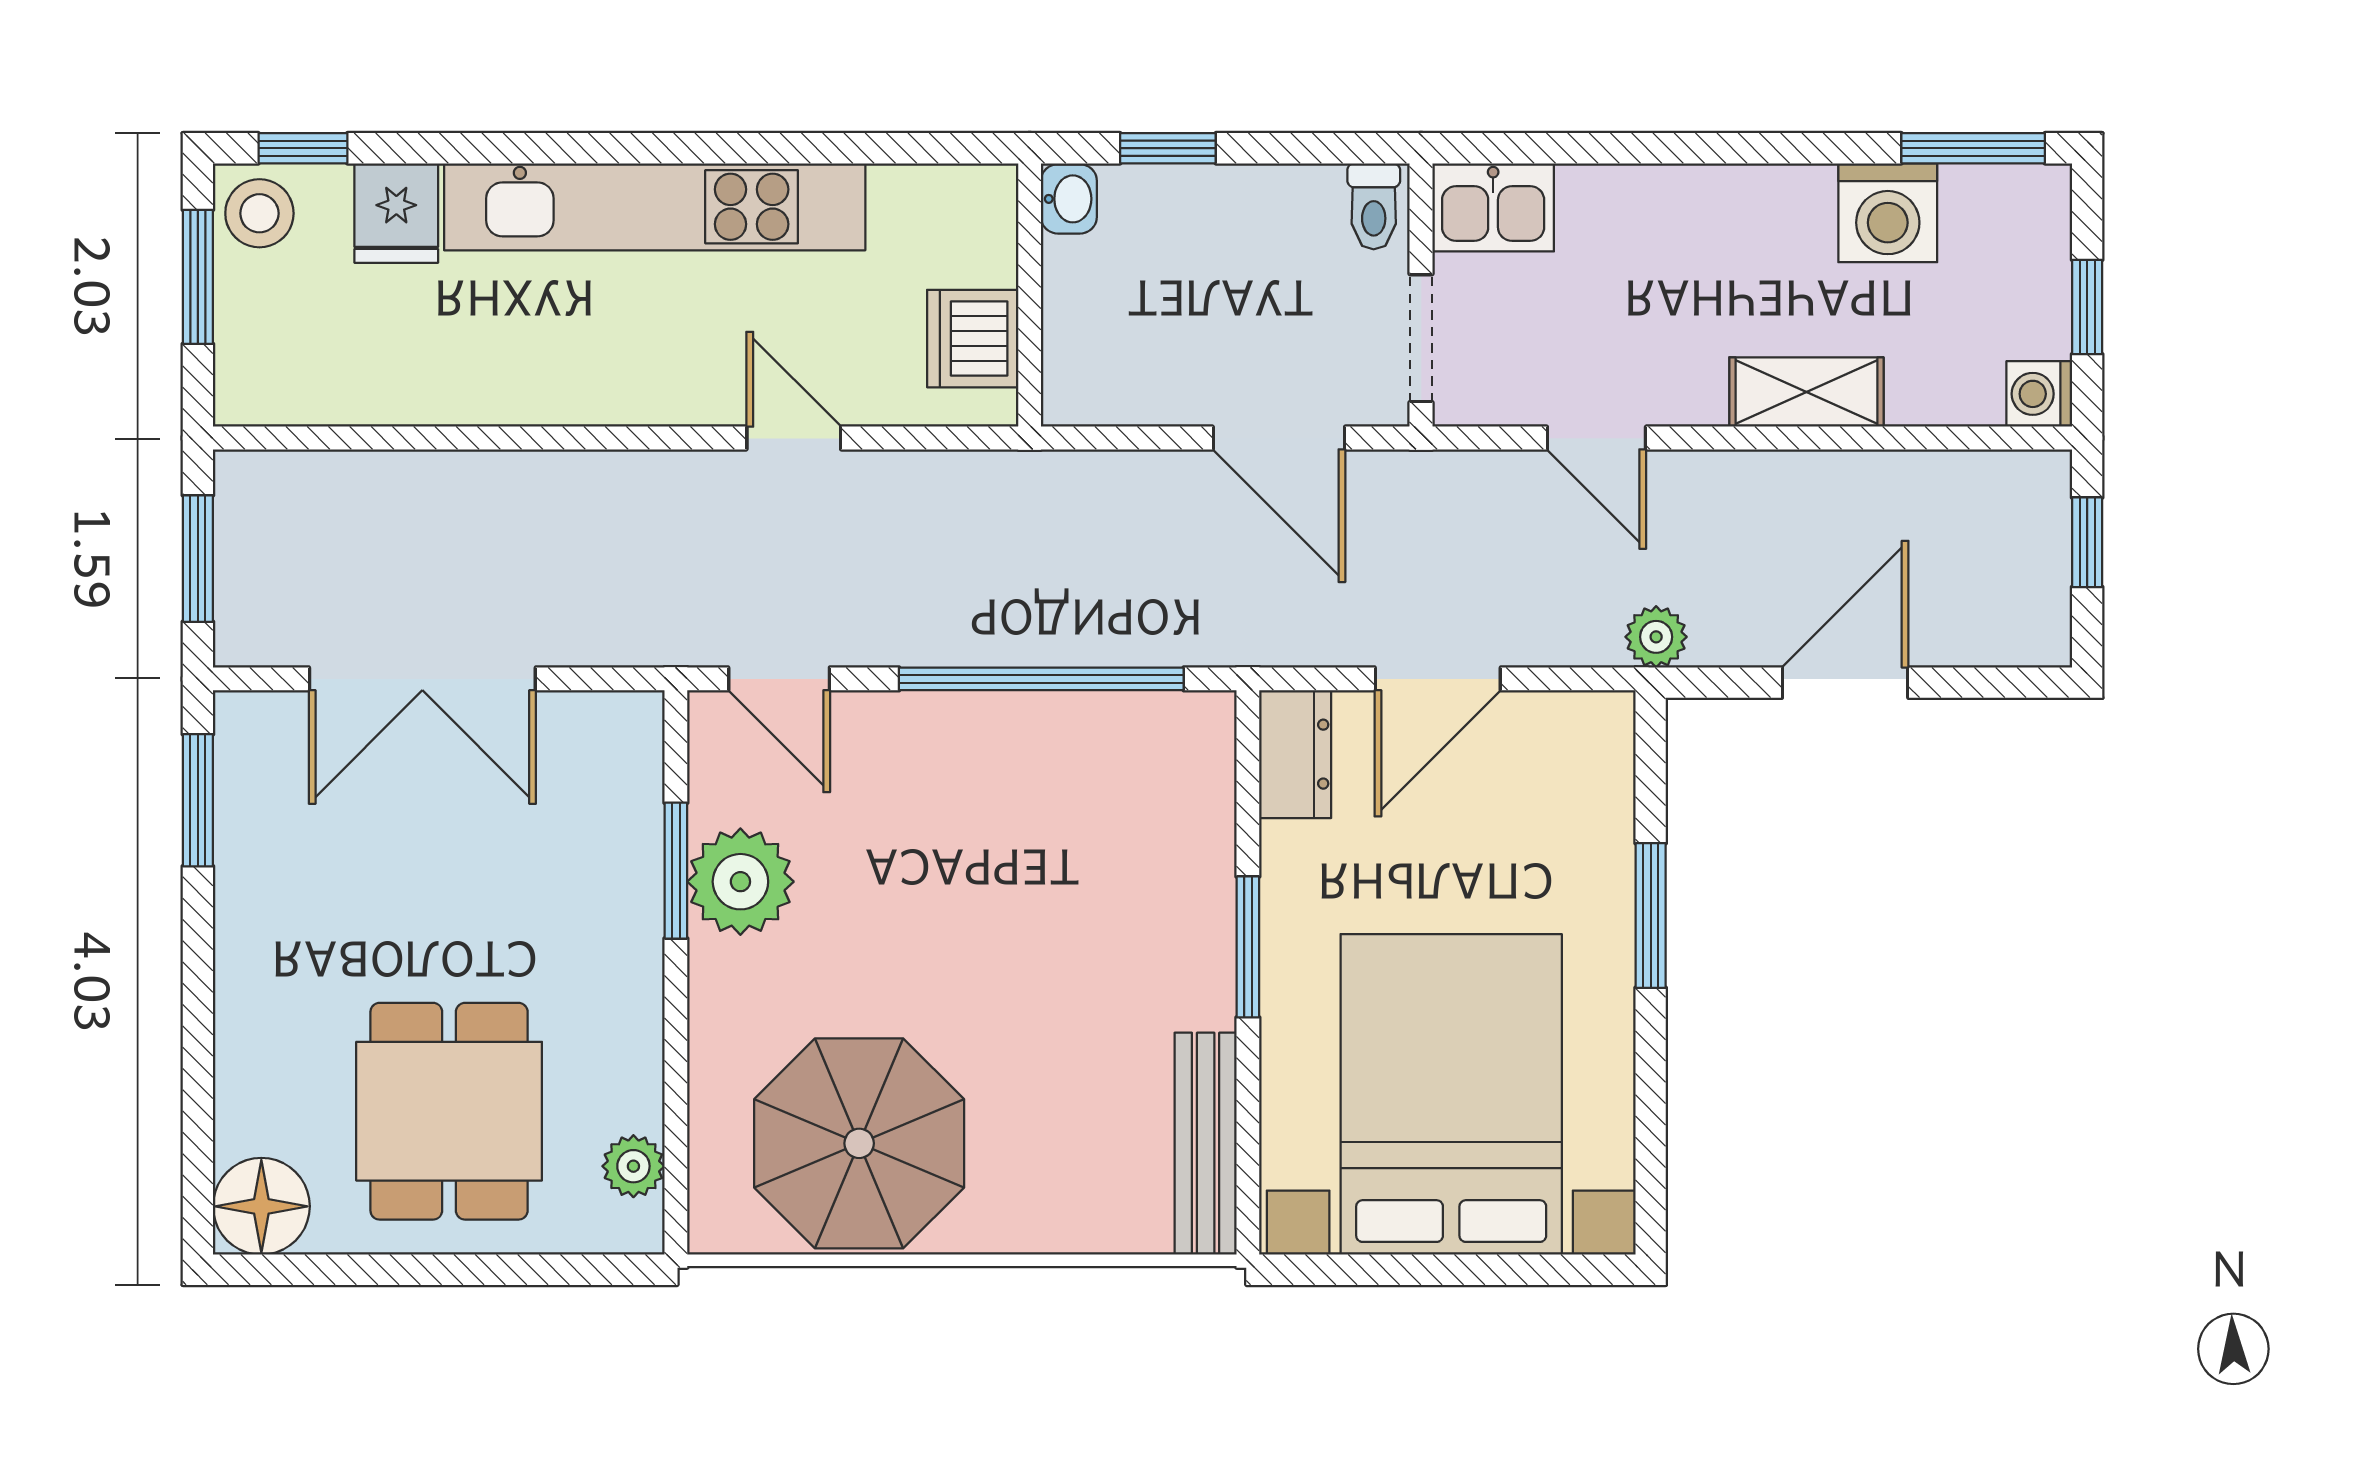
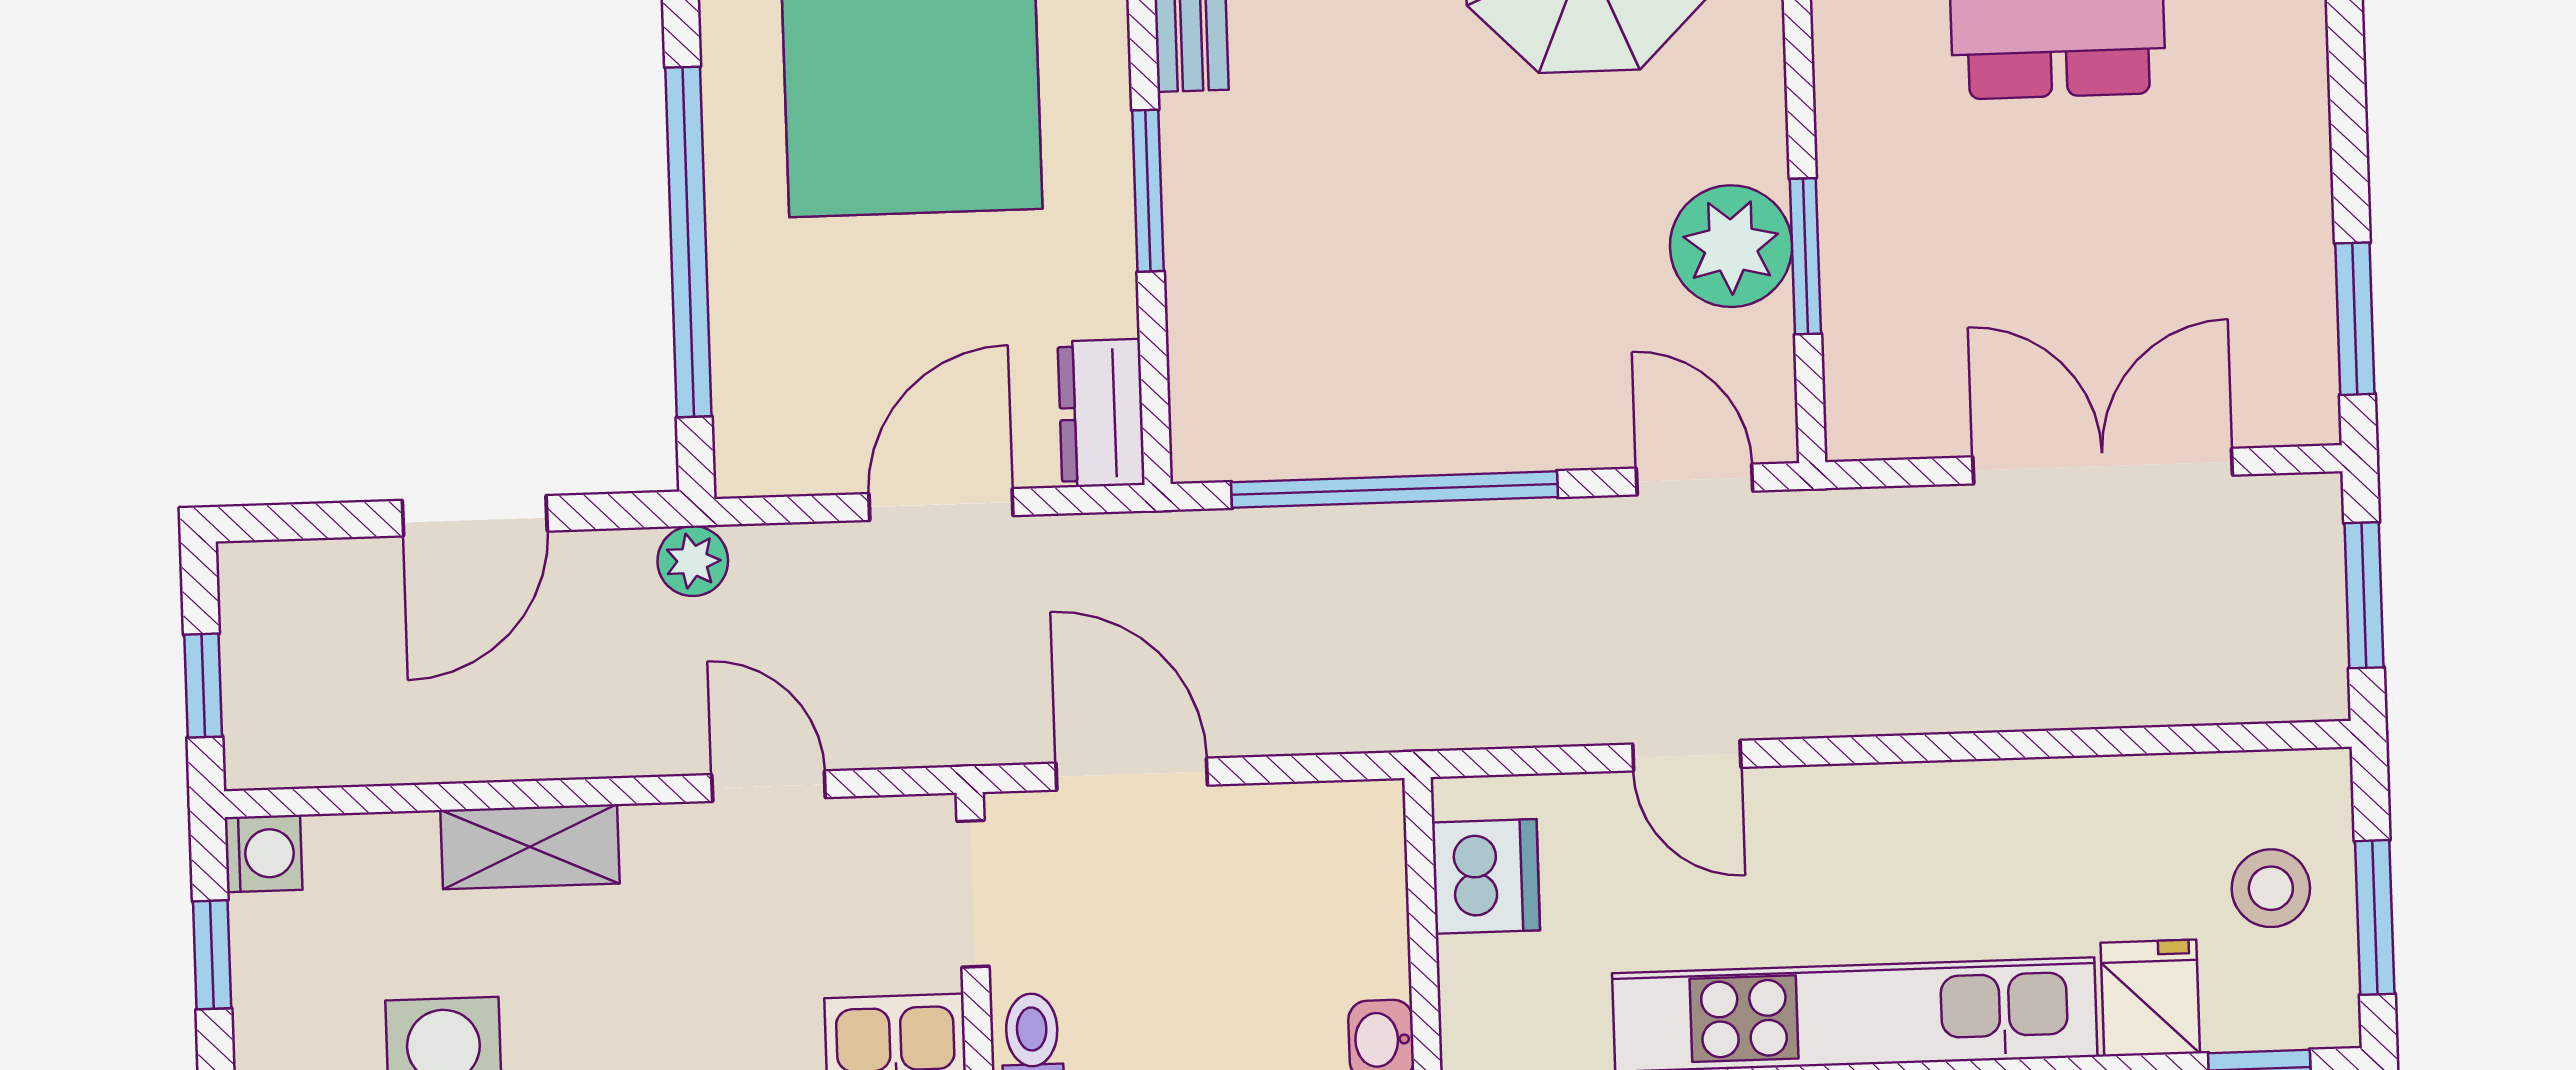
stool: (259, 213) -> (2271, 888), moved
window: (1651, 915) -> (688, 242), width x2.11

